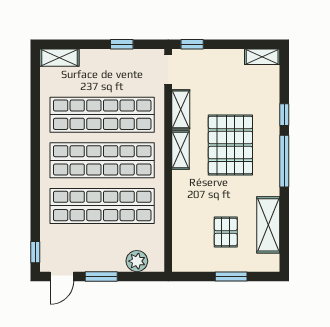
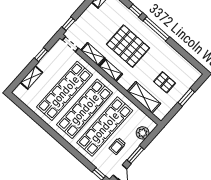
shelving: (59, 58) -> (31, 77), moved
shelving: (268, 225) -> (144, 98), moved
trolley: (92, 244) -> (117, 146), added

